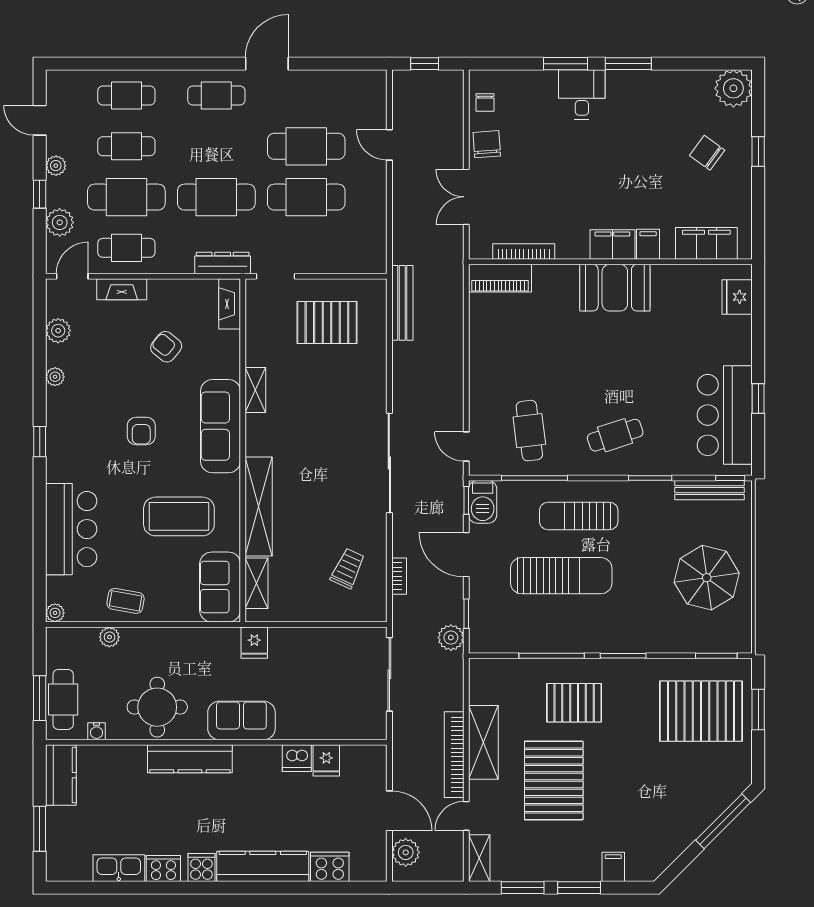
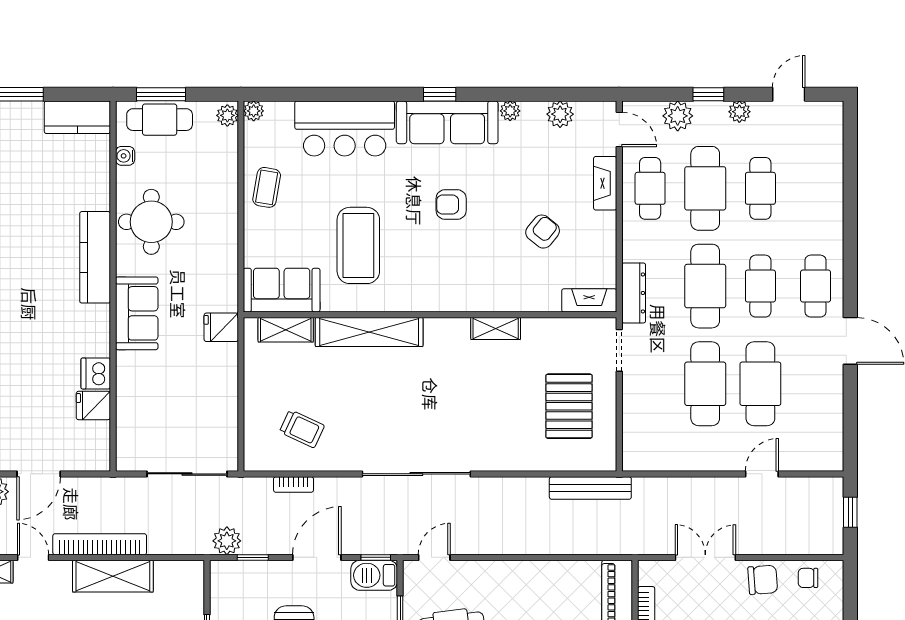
cafe table: (126, 95) -> (760, 286), moved
sofa: (221, 426) -> (447, 122), moved, turned 180
plant: (109, 637) -> (227, 115), moved

